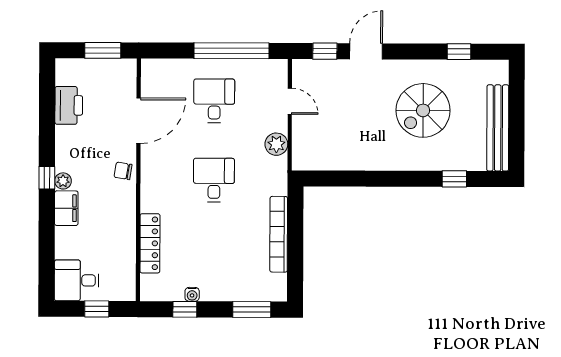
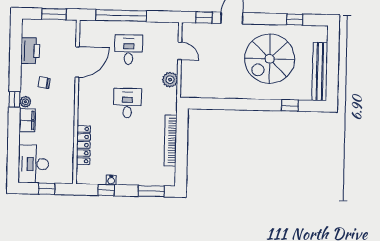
window: (231, 51) -> (121, 16), moved
spiral stairs: (423, 110) -> (270, 59), width x1.37, depth x1.37
chair: (123, 171) -> (44, 83), moved
desk: (77, 280) -> (33, 164), width x1.37

